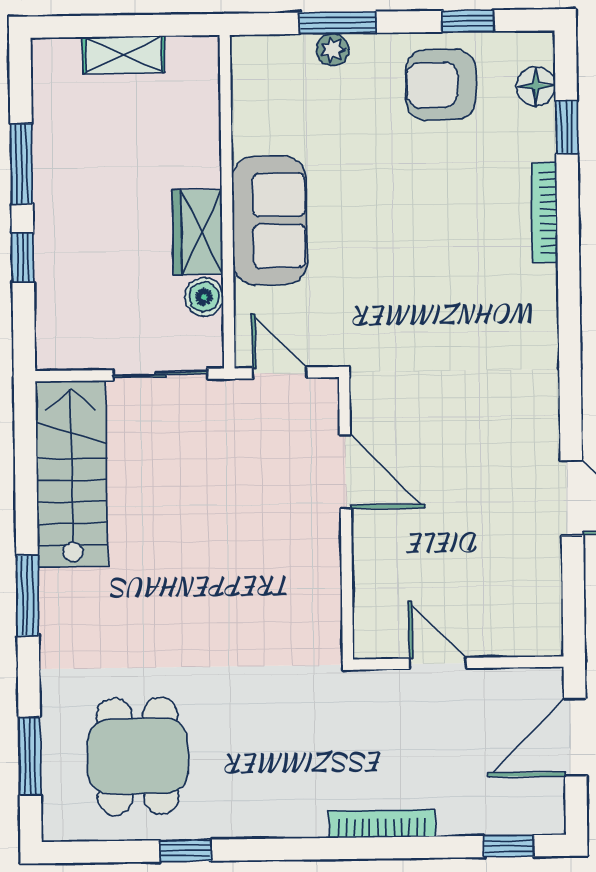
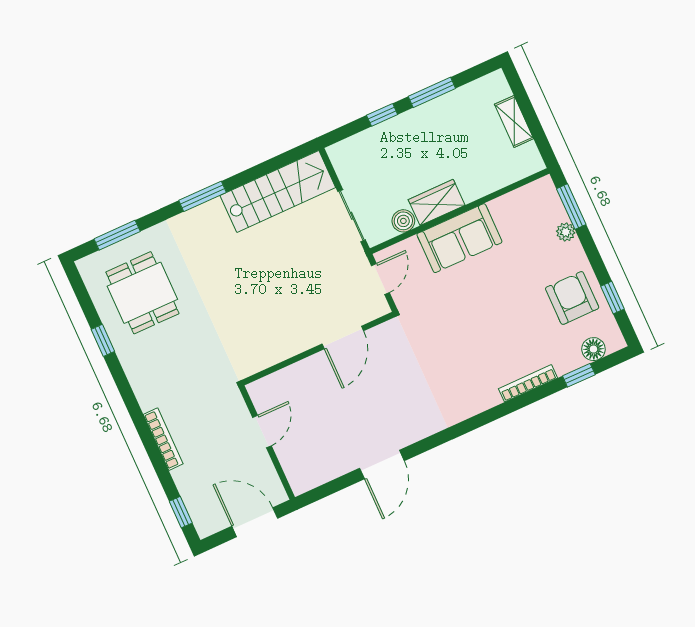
window: (338, 23) -> (571, 207), moved
dining table: (138, 756) -> (142, 293), turned 90

